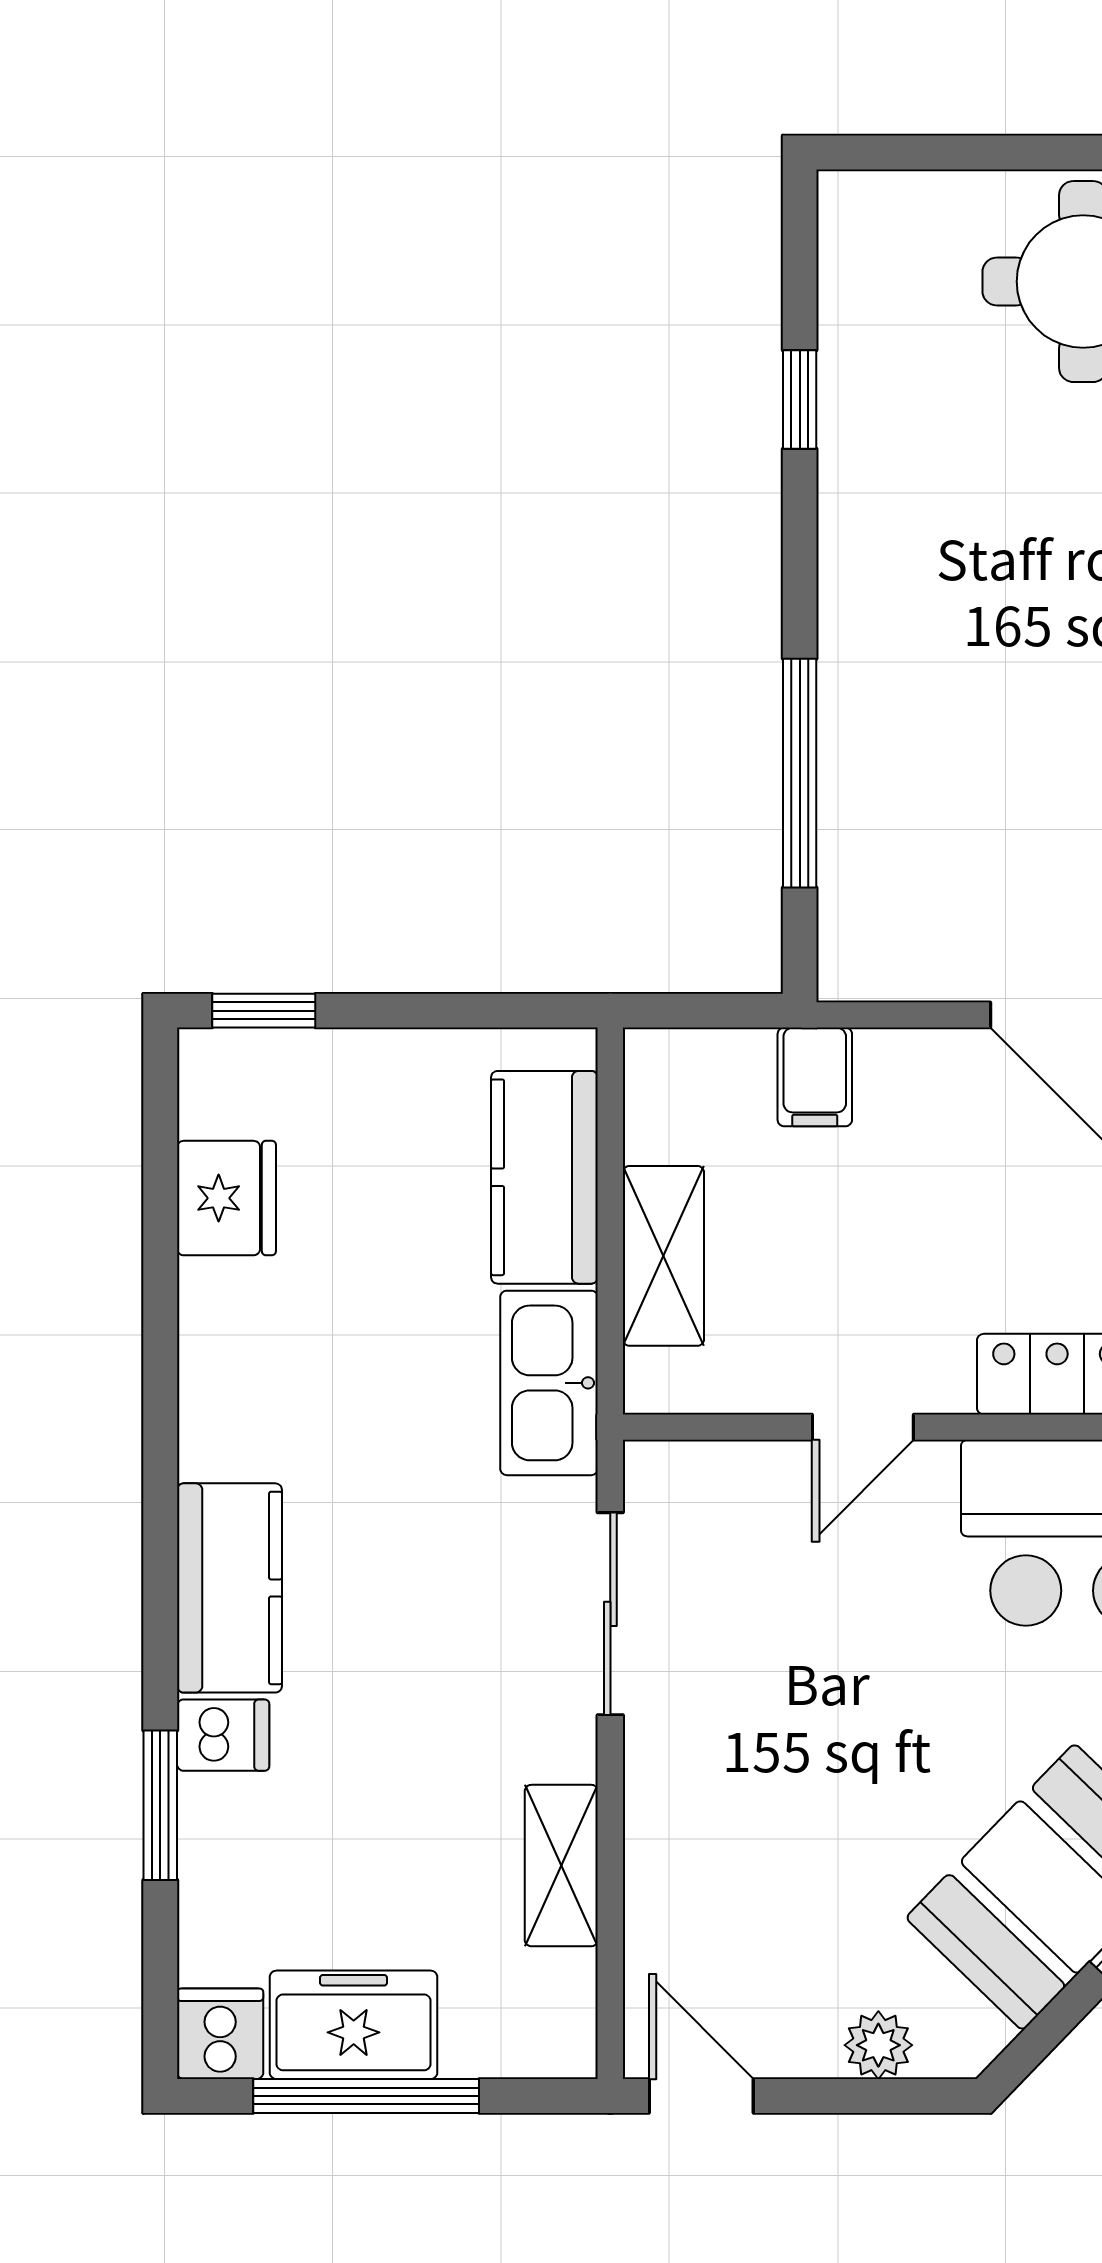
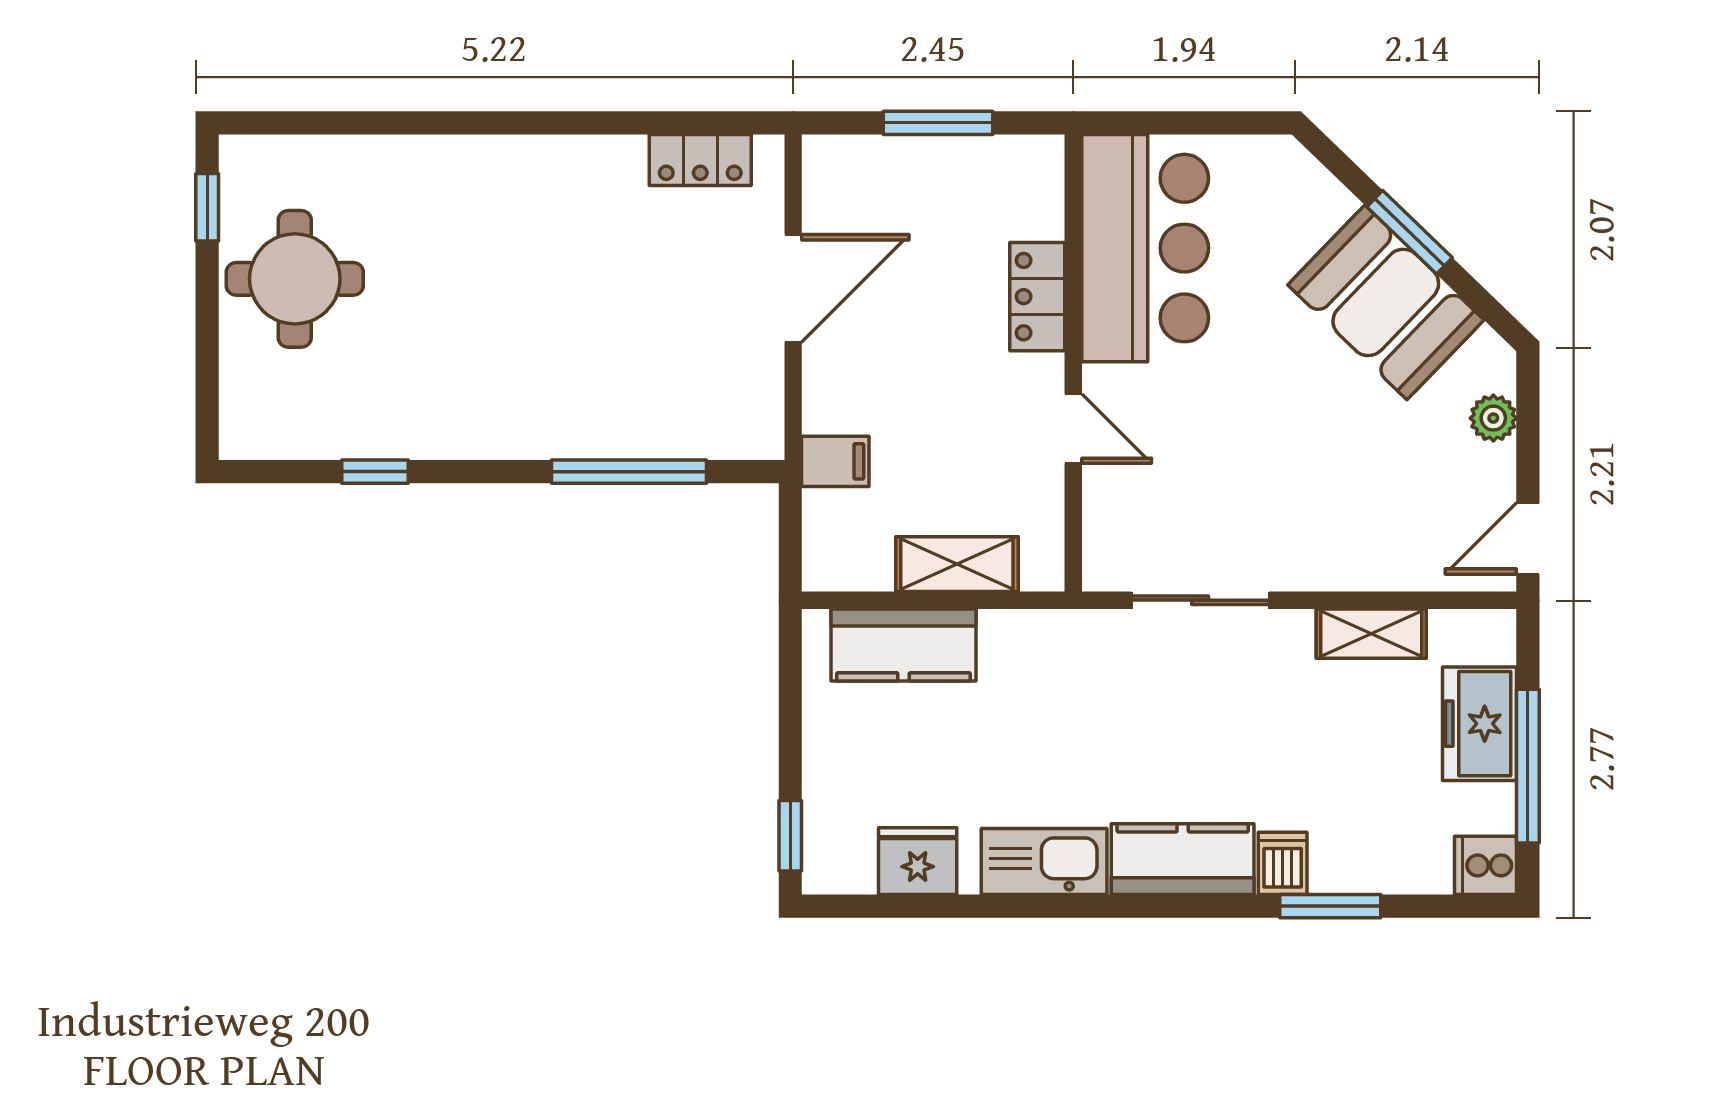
kitchen sink: (549, 1383) -> (1044, 862), moved, turned 180
freezer: (354, 2025) -> (1479, 724), moved

